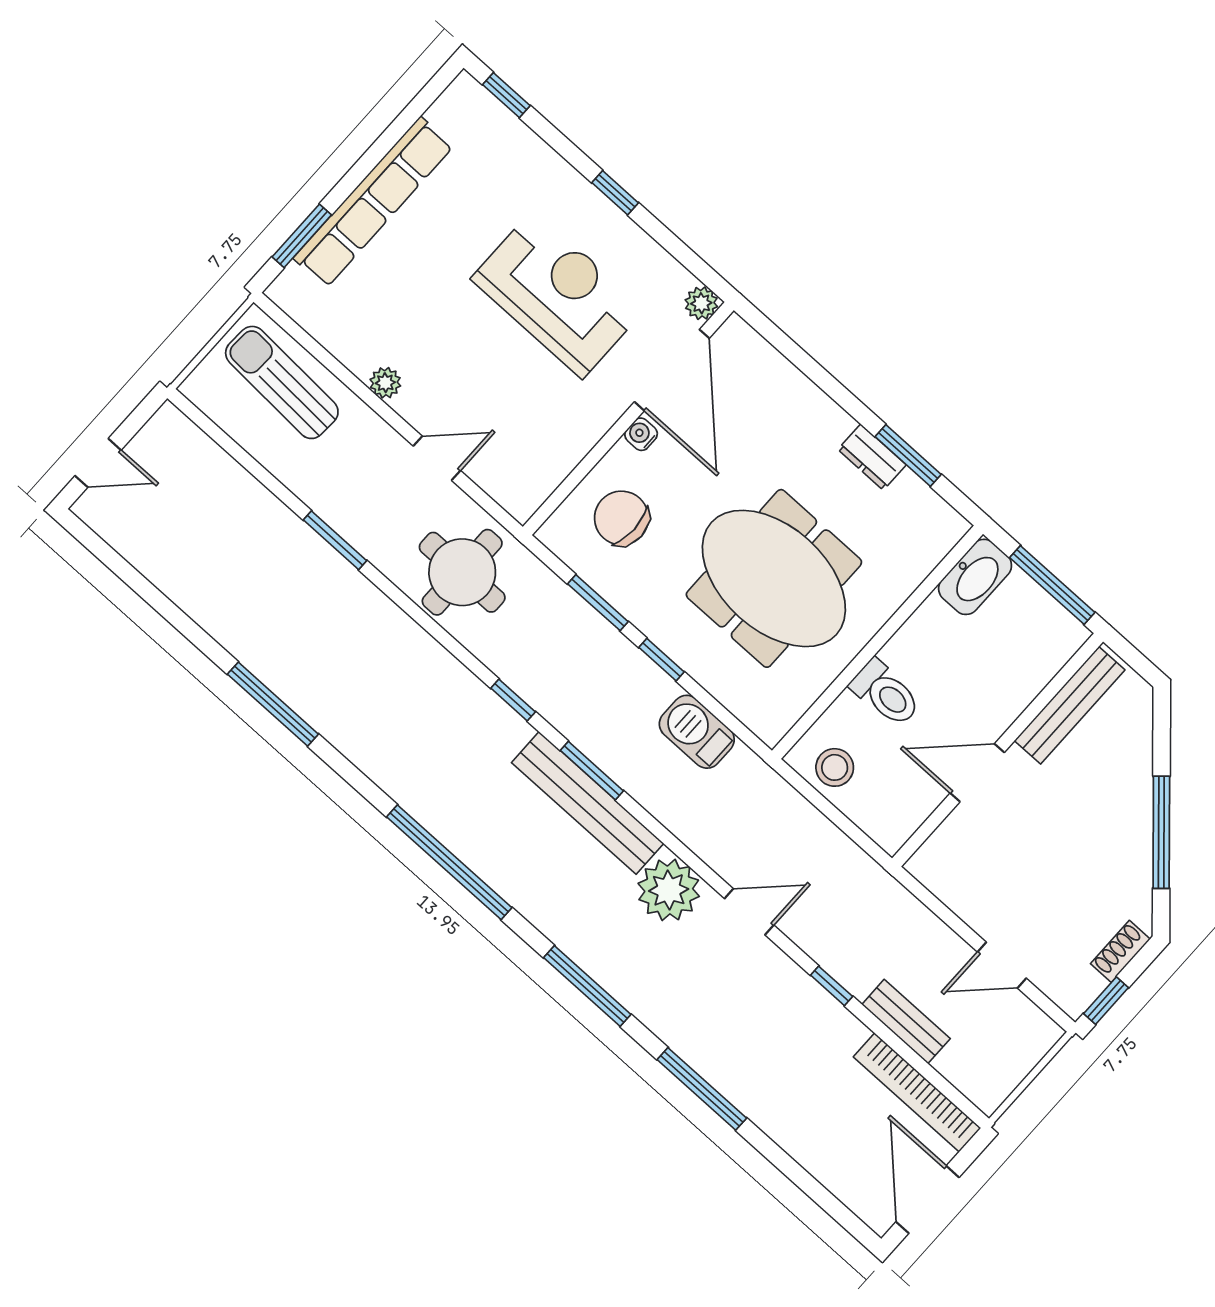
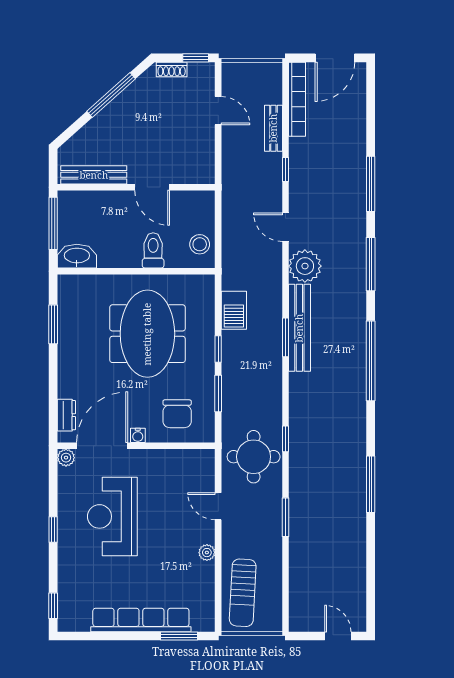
dresser: (872, 457) -> (66, 415), moved
window: (513, 700) -> (285, 439), moved

